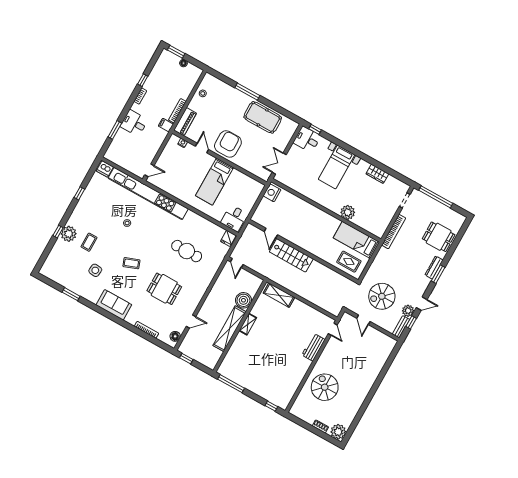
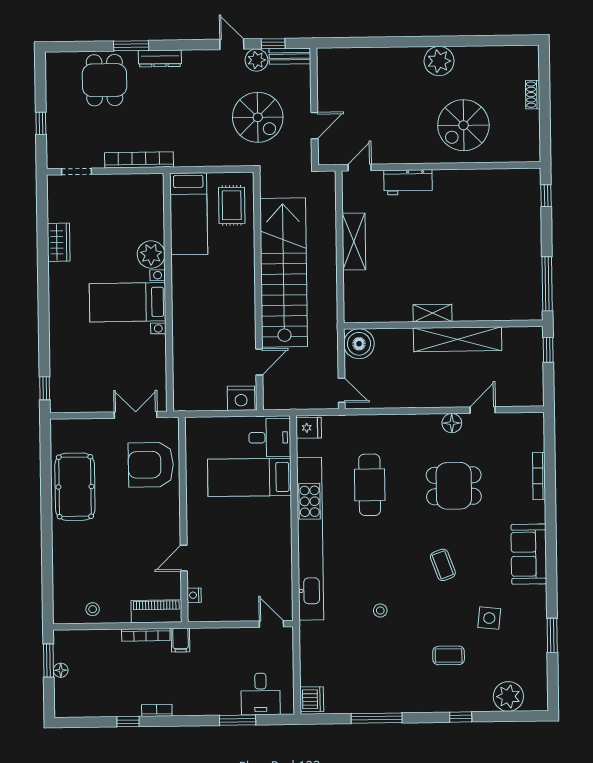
window: (176, 52) -> (48, 661), moved
window: (247, 92) -> (47, 537), removed
desk: (134, 123) -> (261, 694), moved
desk: (307, 139) -> (69, 392), removed
armchair: (228, 144) -> (151, 465), moved
double door: (279, 164) -> (136, 415), swing flipped
bed with nightstands: (337, 167) -> (128, 302), moved, turned 180
bed: (214, 182) -> (249, 477), moved, turned 180
window: (79, 193) -> (377, 718), width x2.17
kitchen unit: (148, 193) -> (310, 539), moved
nightstand: (272, 193) -> (241, 398), moved
window: (436, 197) -> (41, 123), width x0.32
plant: (69, 234) -> (508, 696), moved
stairs: (291, 255) -> (284, 272), width x1.86, depth x1.51
door: (237, 263) -> (342, 390), hinge flipped
window: (438, 274) -> (131, 46), moved
dining table: (164, 289) -> (454, 486), turned 90
shelving: (279, 295) -> (354, 241), moved
boiler: (243, 300) -> (359, 344), moved
door: (191, 322) -> (483, 410), hinge flipped
floor lamp: (175, 336) -> (452, 423), moved
window: (186, 359) -> (548, 350), moved
plant: (338, 432) -> (439, 61), moved

